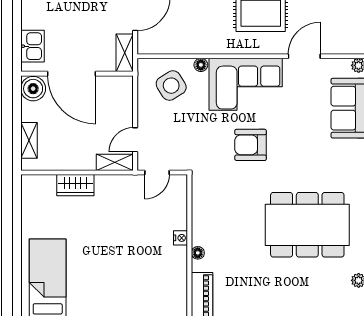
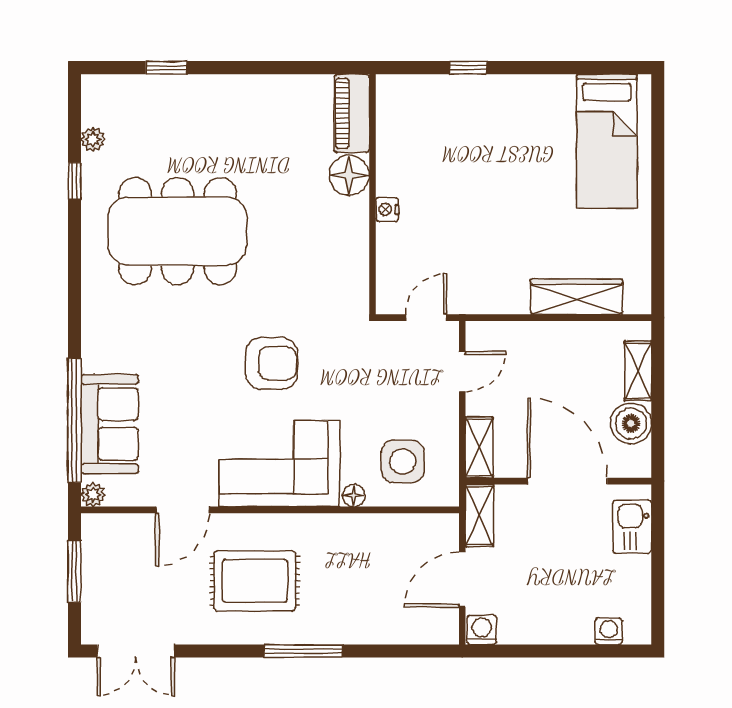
side table: (171, 86) -> (403, 461), turned 32
boiler: (33, 89) -> (631, 423), moved
shelving: (115, 162) -> (479, 447), moved, turned 90
wardrobe: (75, 185) -> (576, 297), width x1.50
floor lamp: (198, 253) -> (349, 175), width x1.89, depth x1.89

